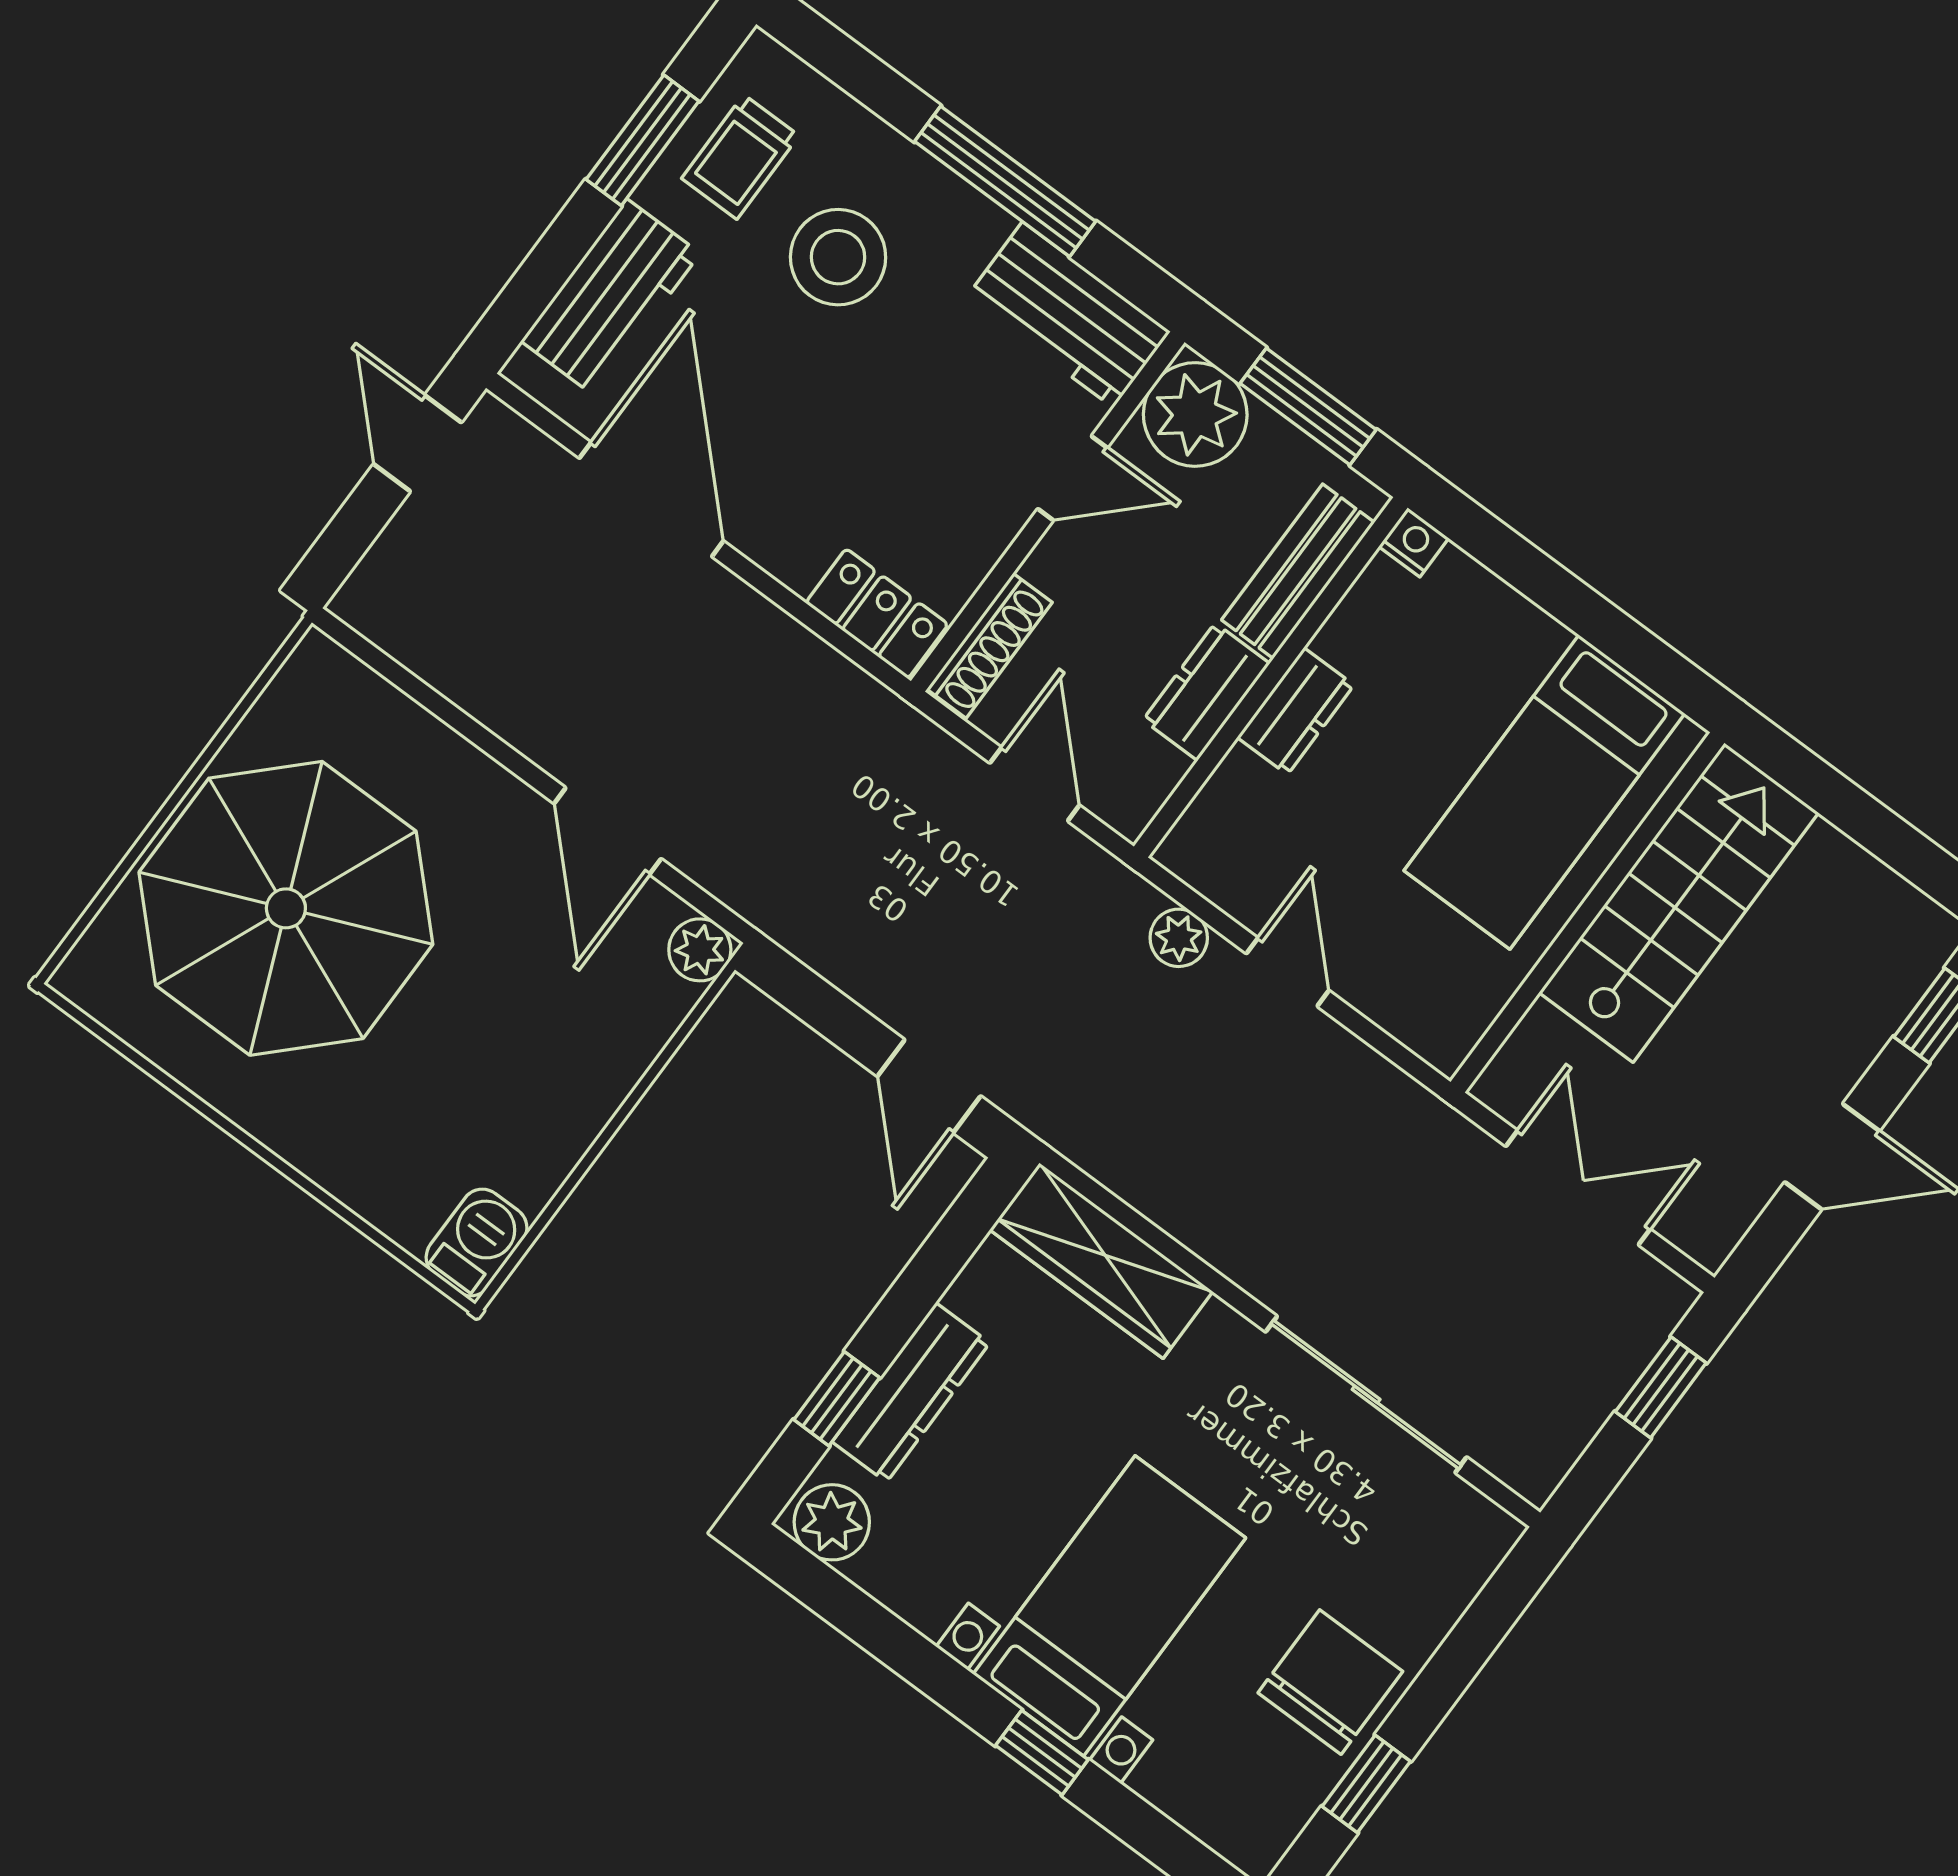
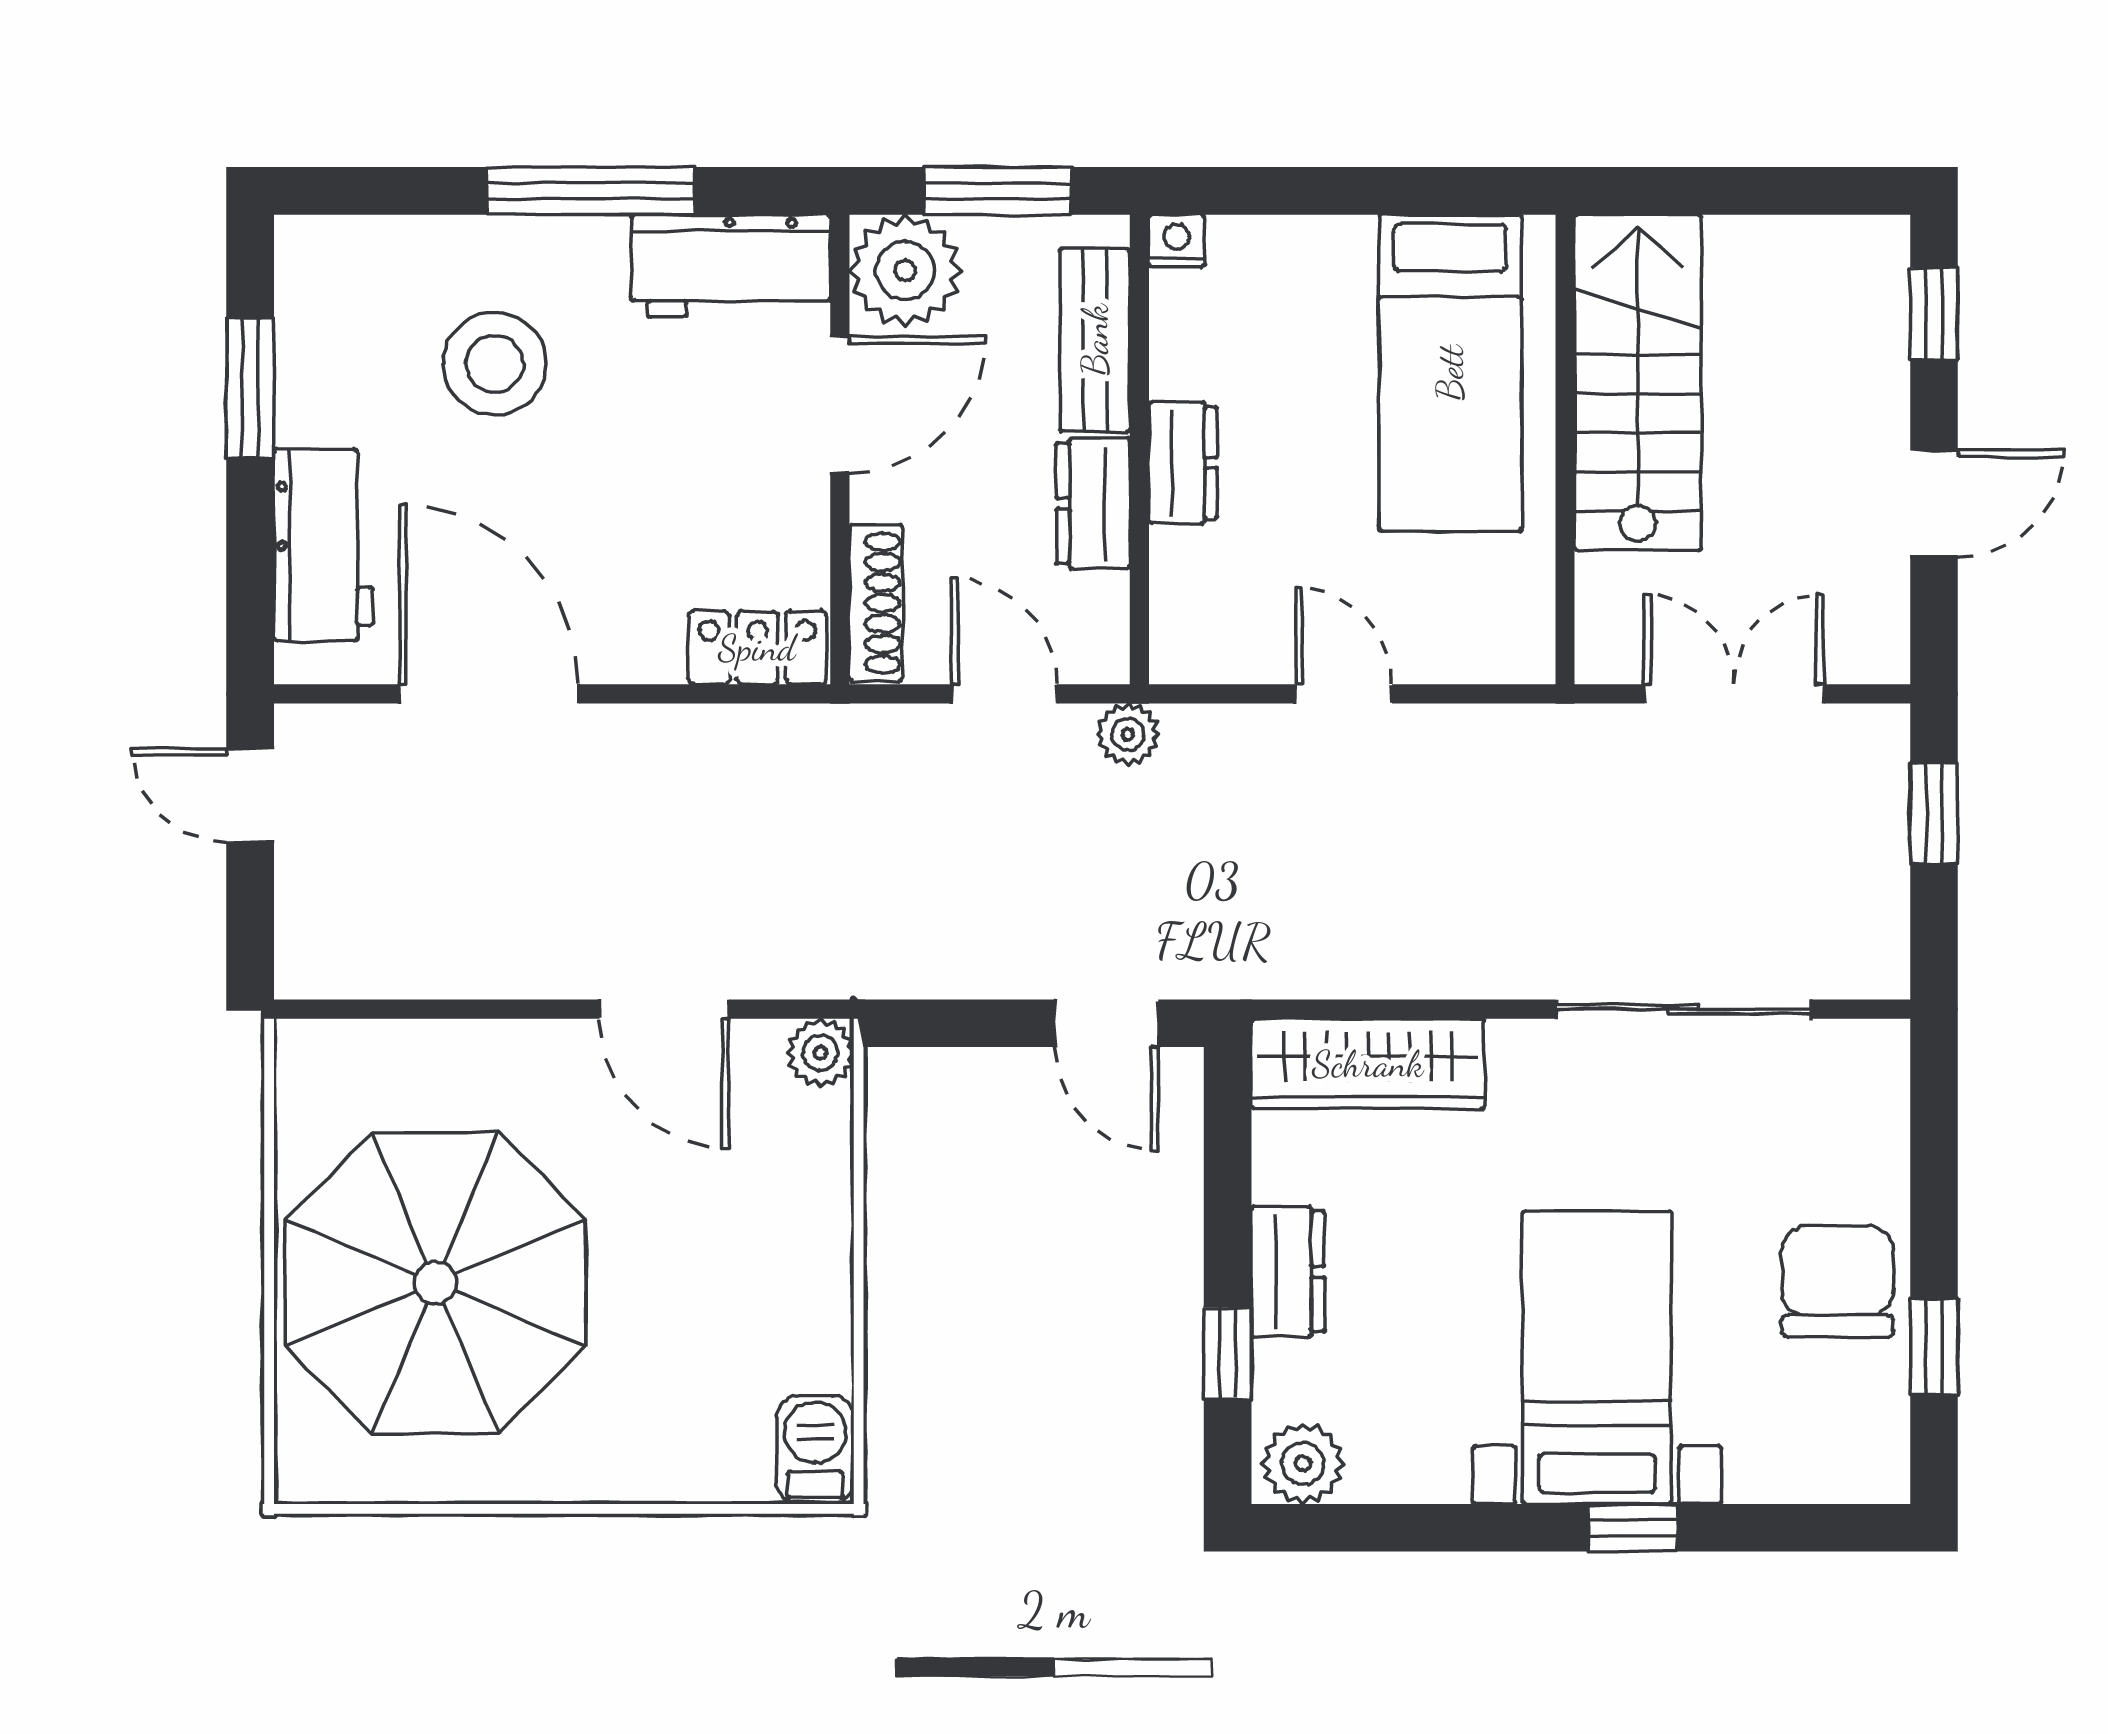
trolley: (740, 157) -> (346, 340), removed
door: (1072, 478) -> (840, 405), width x1.38
plant: (1179, 938) -> (1128, 734), moved
dresser: (911, 1392) -> (1288, 1272), width x0.70

